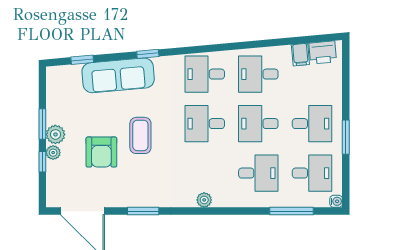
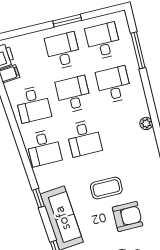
desk: (258, 124) -> (73, 94), turned 180
water cooler: (336, 201) -> (121, 16), removed

